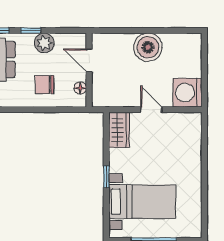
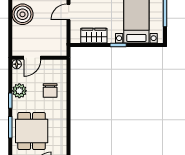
floor lamp: (80, 88) -> (17, 64), moved
wardrobe: (119, 130) -> (94, 36), moved

